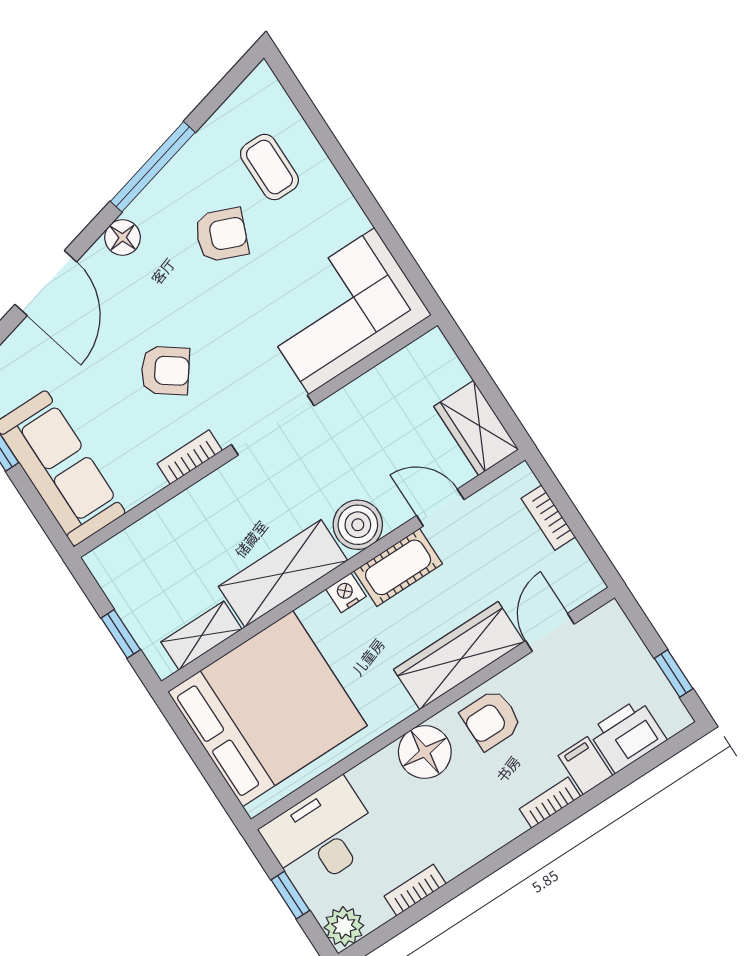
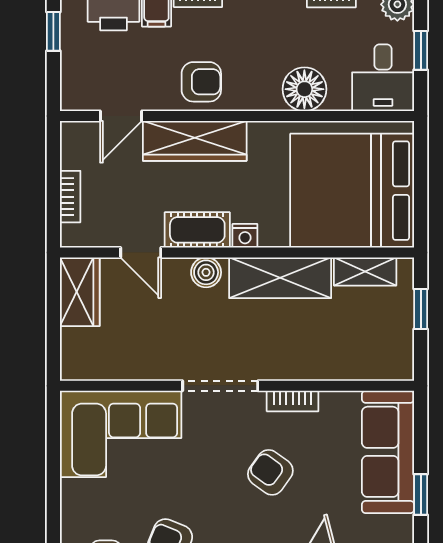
boiler: (358, 525) -> (206, 272), width x0.73, depth x0.73
floor lamp: (425, 752) -> (304, 89), moved
desk: (322, 835) -> (383, 78), width x0.73

